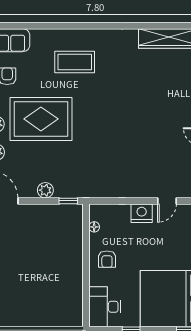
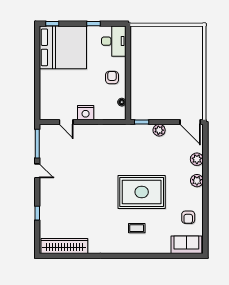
coffee table: (75, 62) -> (137, 228), width x0.54, depth x0.58
rug: (41, 119) -> (142, 192), moved
door: (167, 201) -> (66, 122), swing flipped

